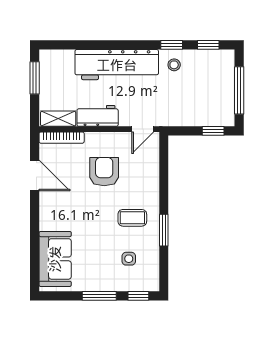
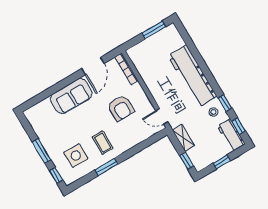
window: (239, 90) -> (222, 162), width x0.46
workbench: (98, 116) -> (231, 135), moved, turned 180
shelving: (58, 119) -> (183, 138), moved
armchair: (104, 172) -> (121, 108), turned 90
sofa: (55, 259) -> (71, 96), moved
side table: (129, 259) -> (76, 156), width x1.87, depth x1.87

